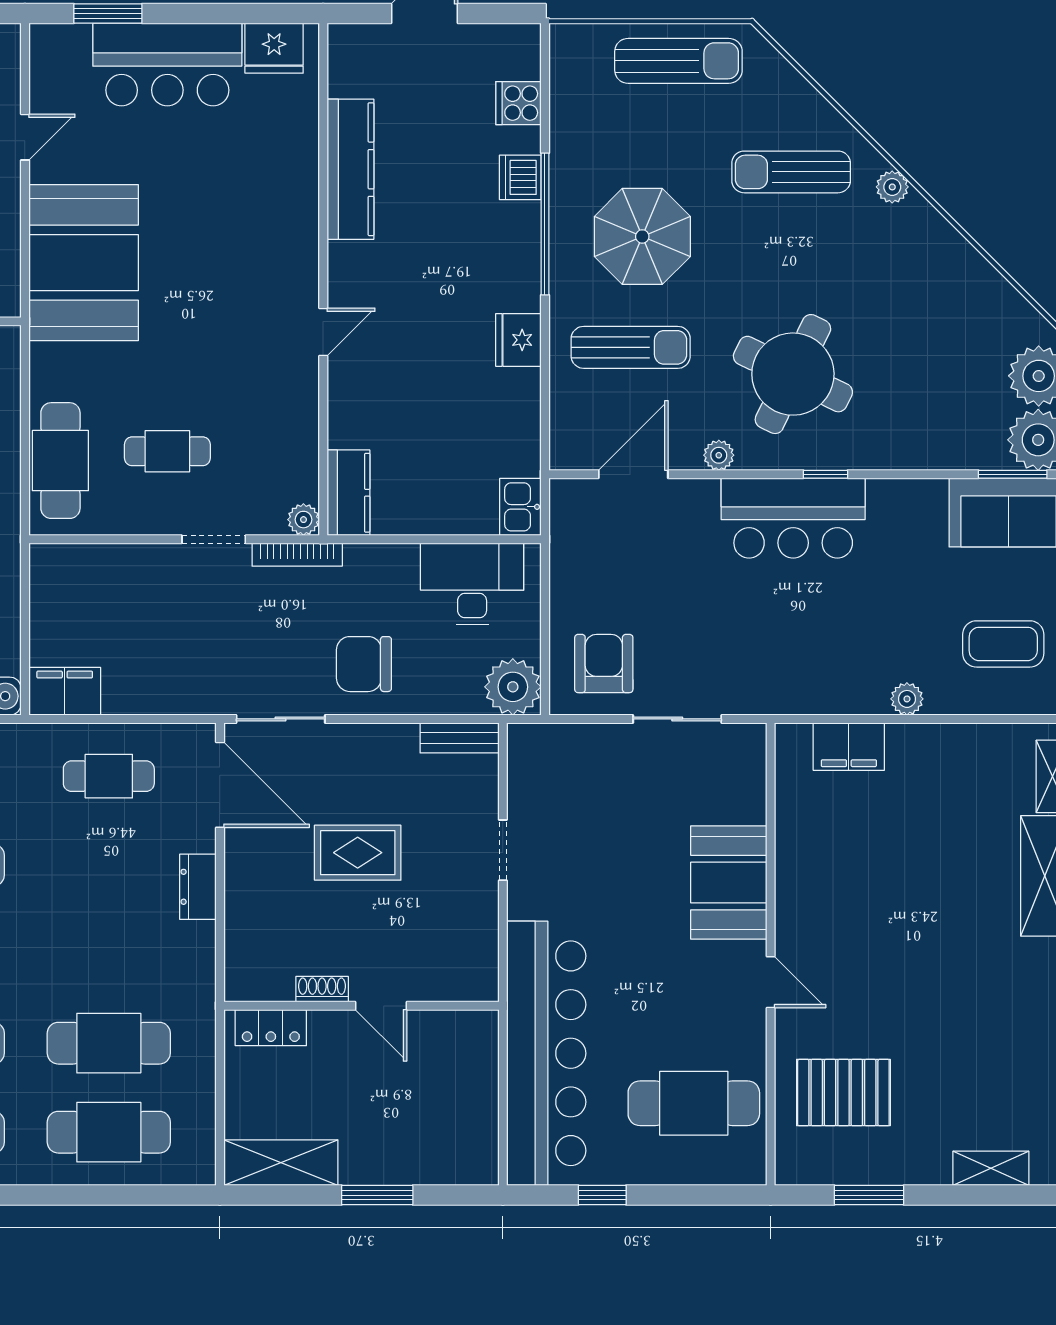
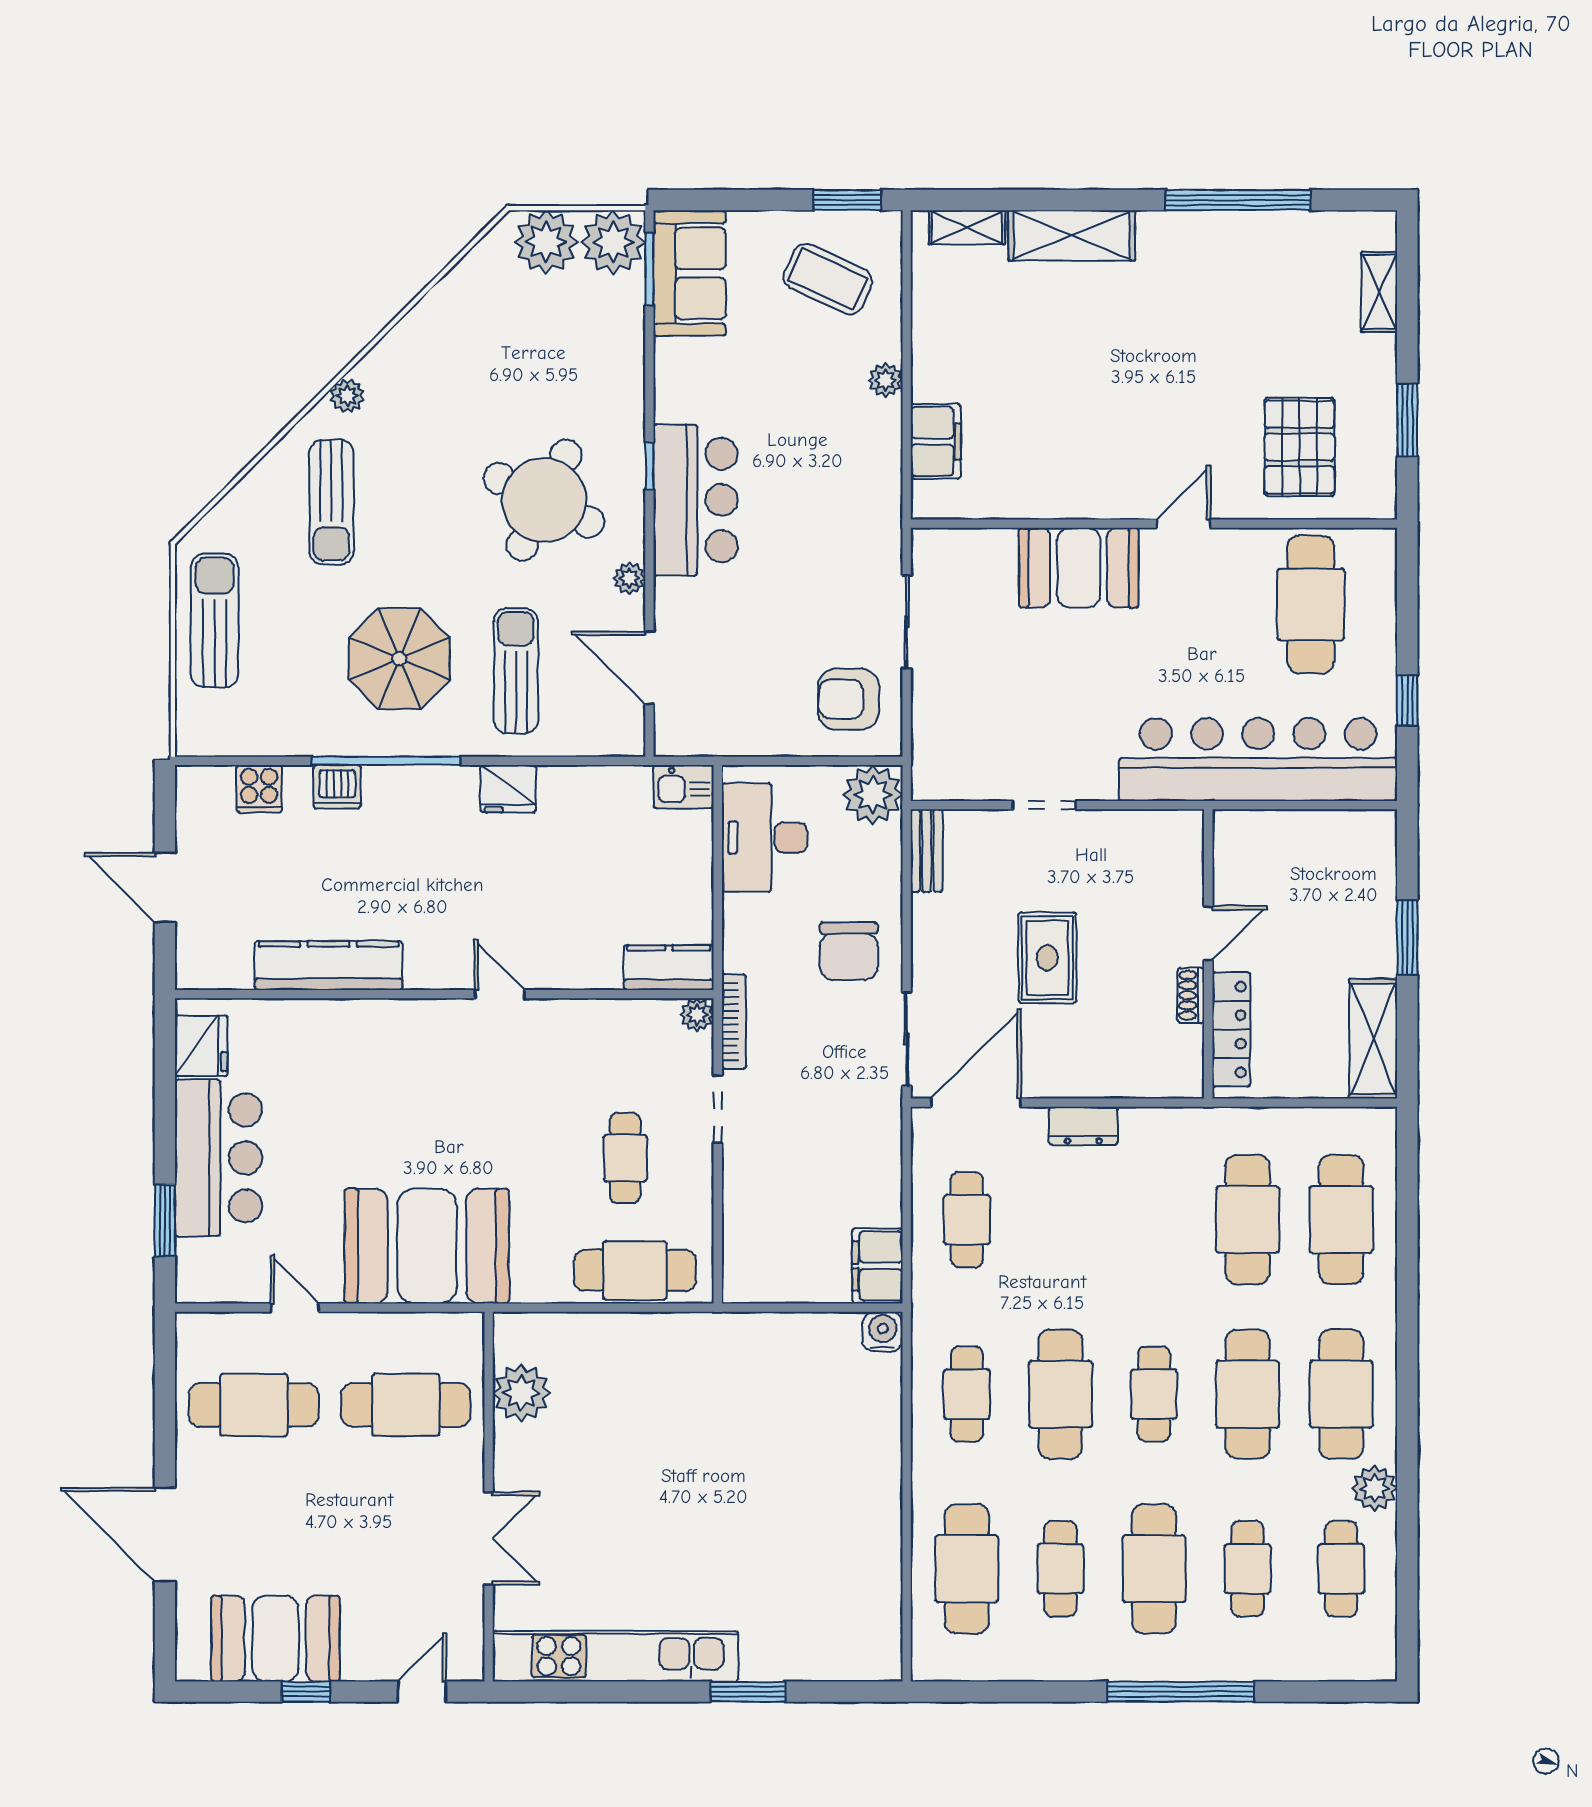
coffee table: (1003, 644) -> (828, 279), turned -65
locker: (271, 1028) -> (1231, 1029), width x1.53

